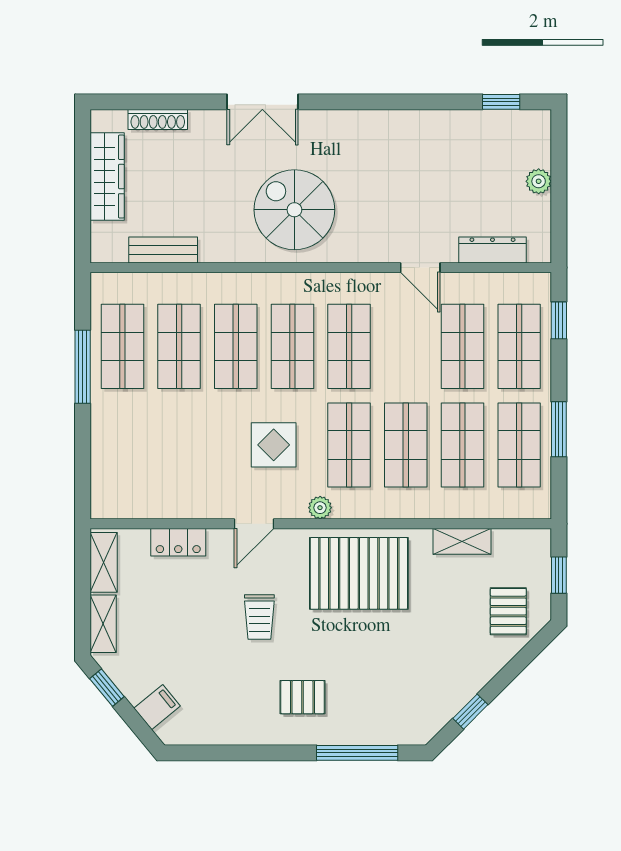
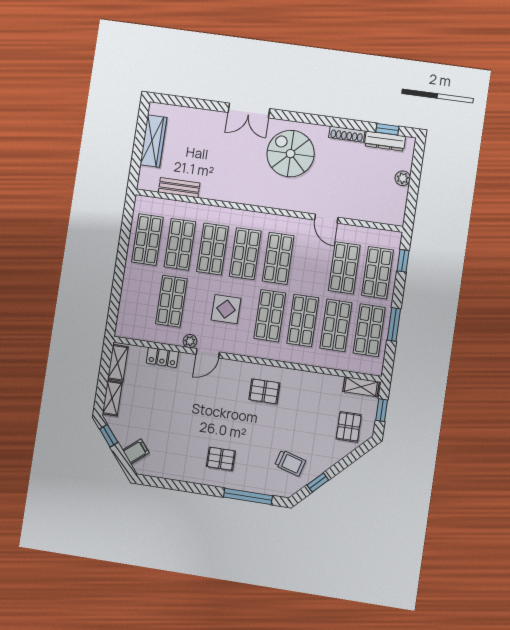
shoe rack: (158, 119) -> (347, 134), moved
spiral stairs: (294, 210) -> (291, 154), moved
dresser: (492, 250) -> (385, 141), moved, turned 180
window: (83, 367) -> (123, 248), removed
shop shelf: (179, 445) -> (171, 301), added
plant: (320, 508) -> (190, 341), moved
shelving: (462, 541) -> (361, 387), moved
pallet: (359, 573) -> (264, 391), width x0.49, depth x0.50
trolley: (259, 617) -> (290, 463), moved, turned -74

